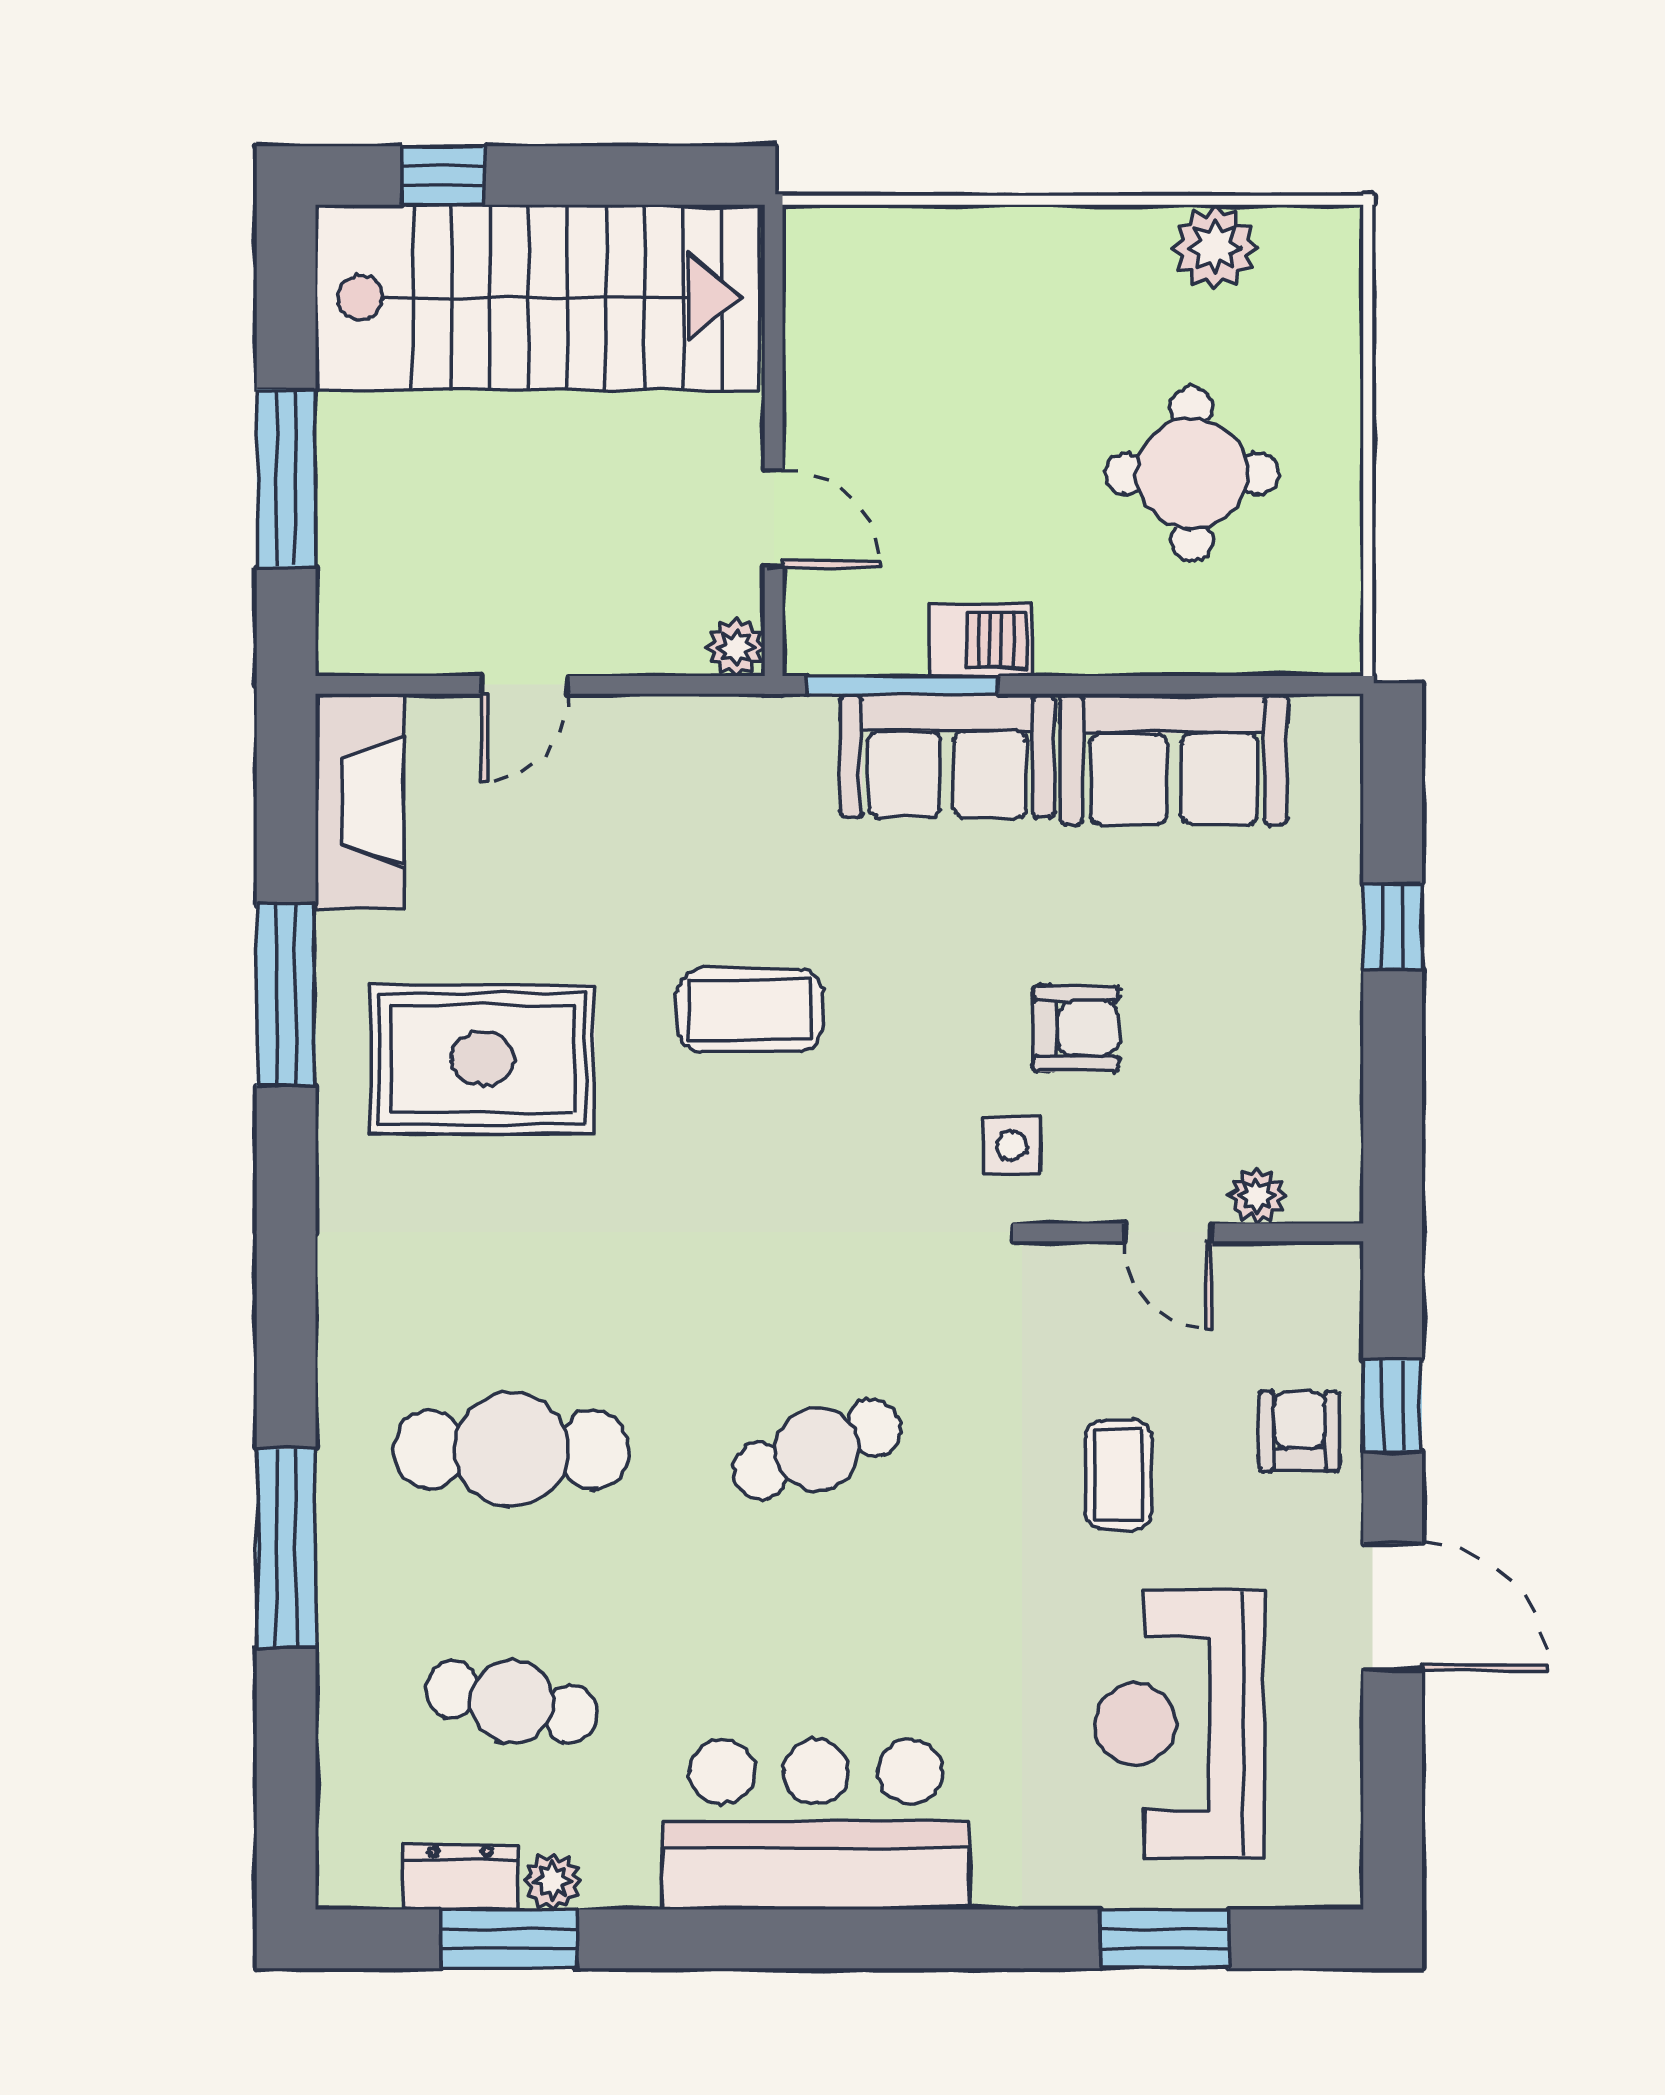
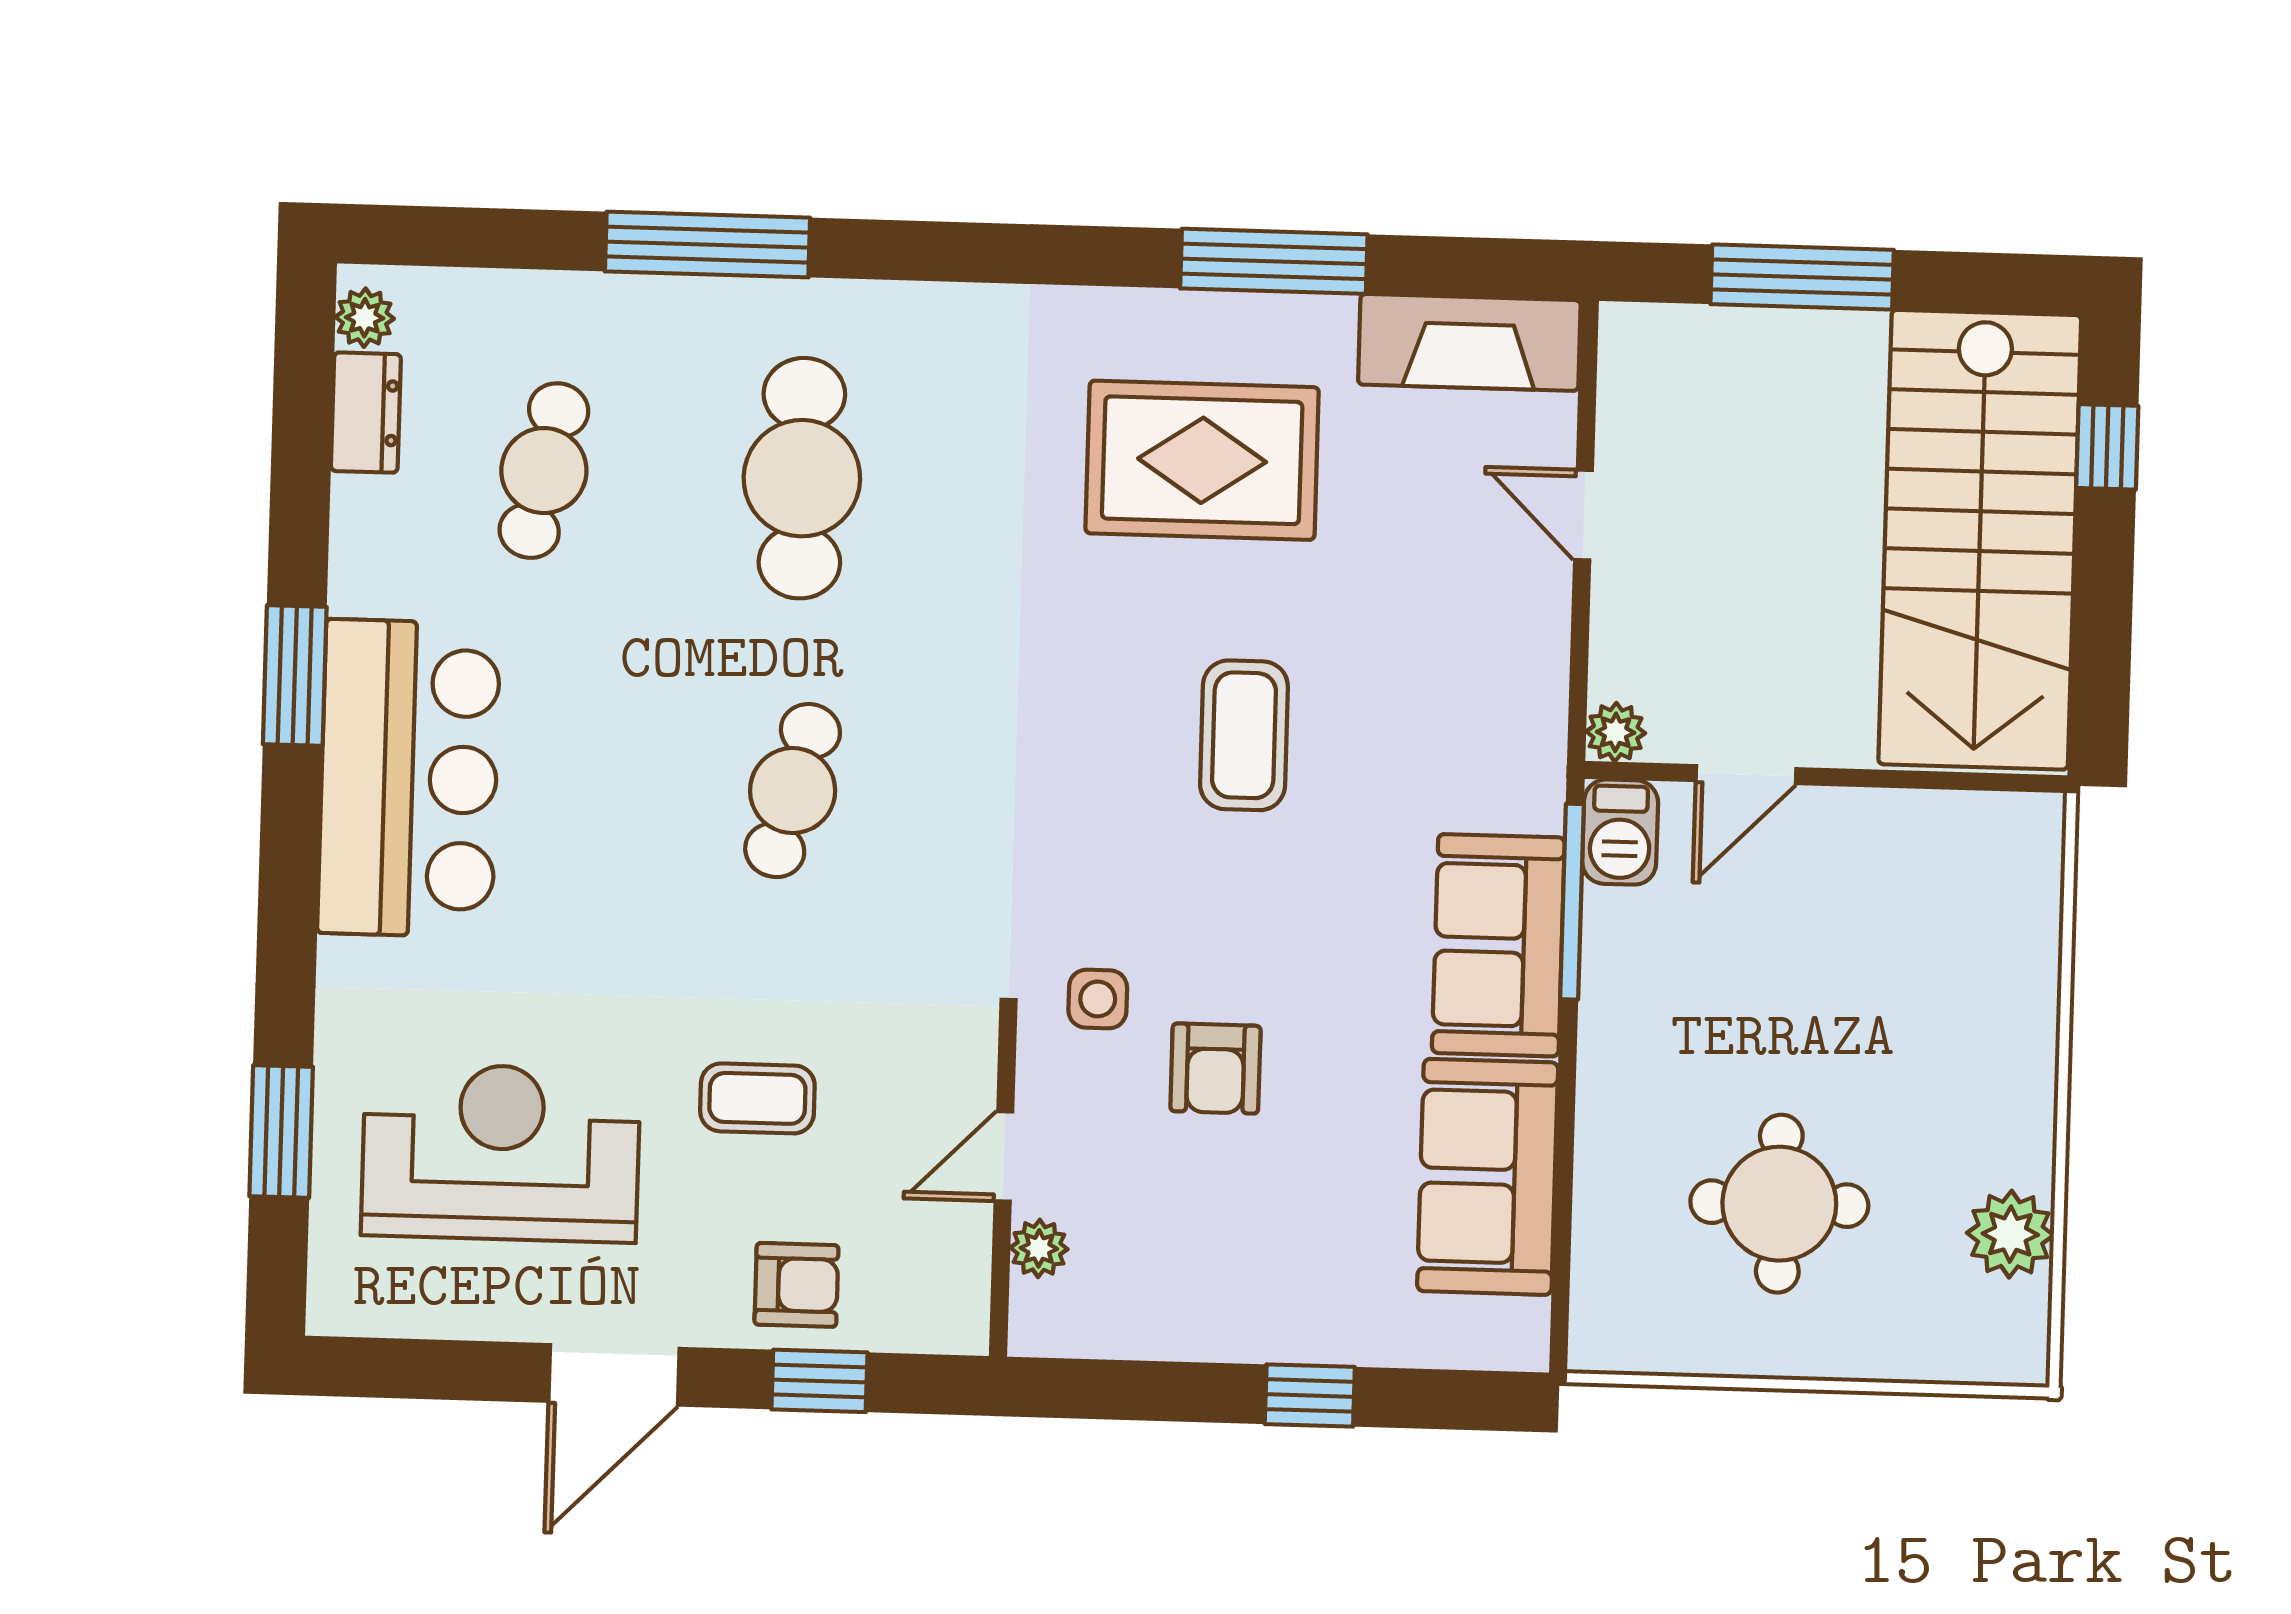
barbecue: (980, 640) -> (1620, 832), moved
rug: (482, 1059) -> (1202, 460), turned 90
cafe table: (817, 1449) -> (793, 791), turned 36
plant: (553, 1881) -> (365, 318), moved
window: (508, 1939) -> (295, 676), moved

